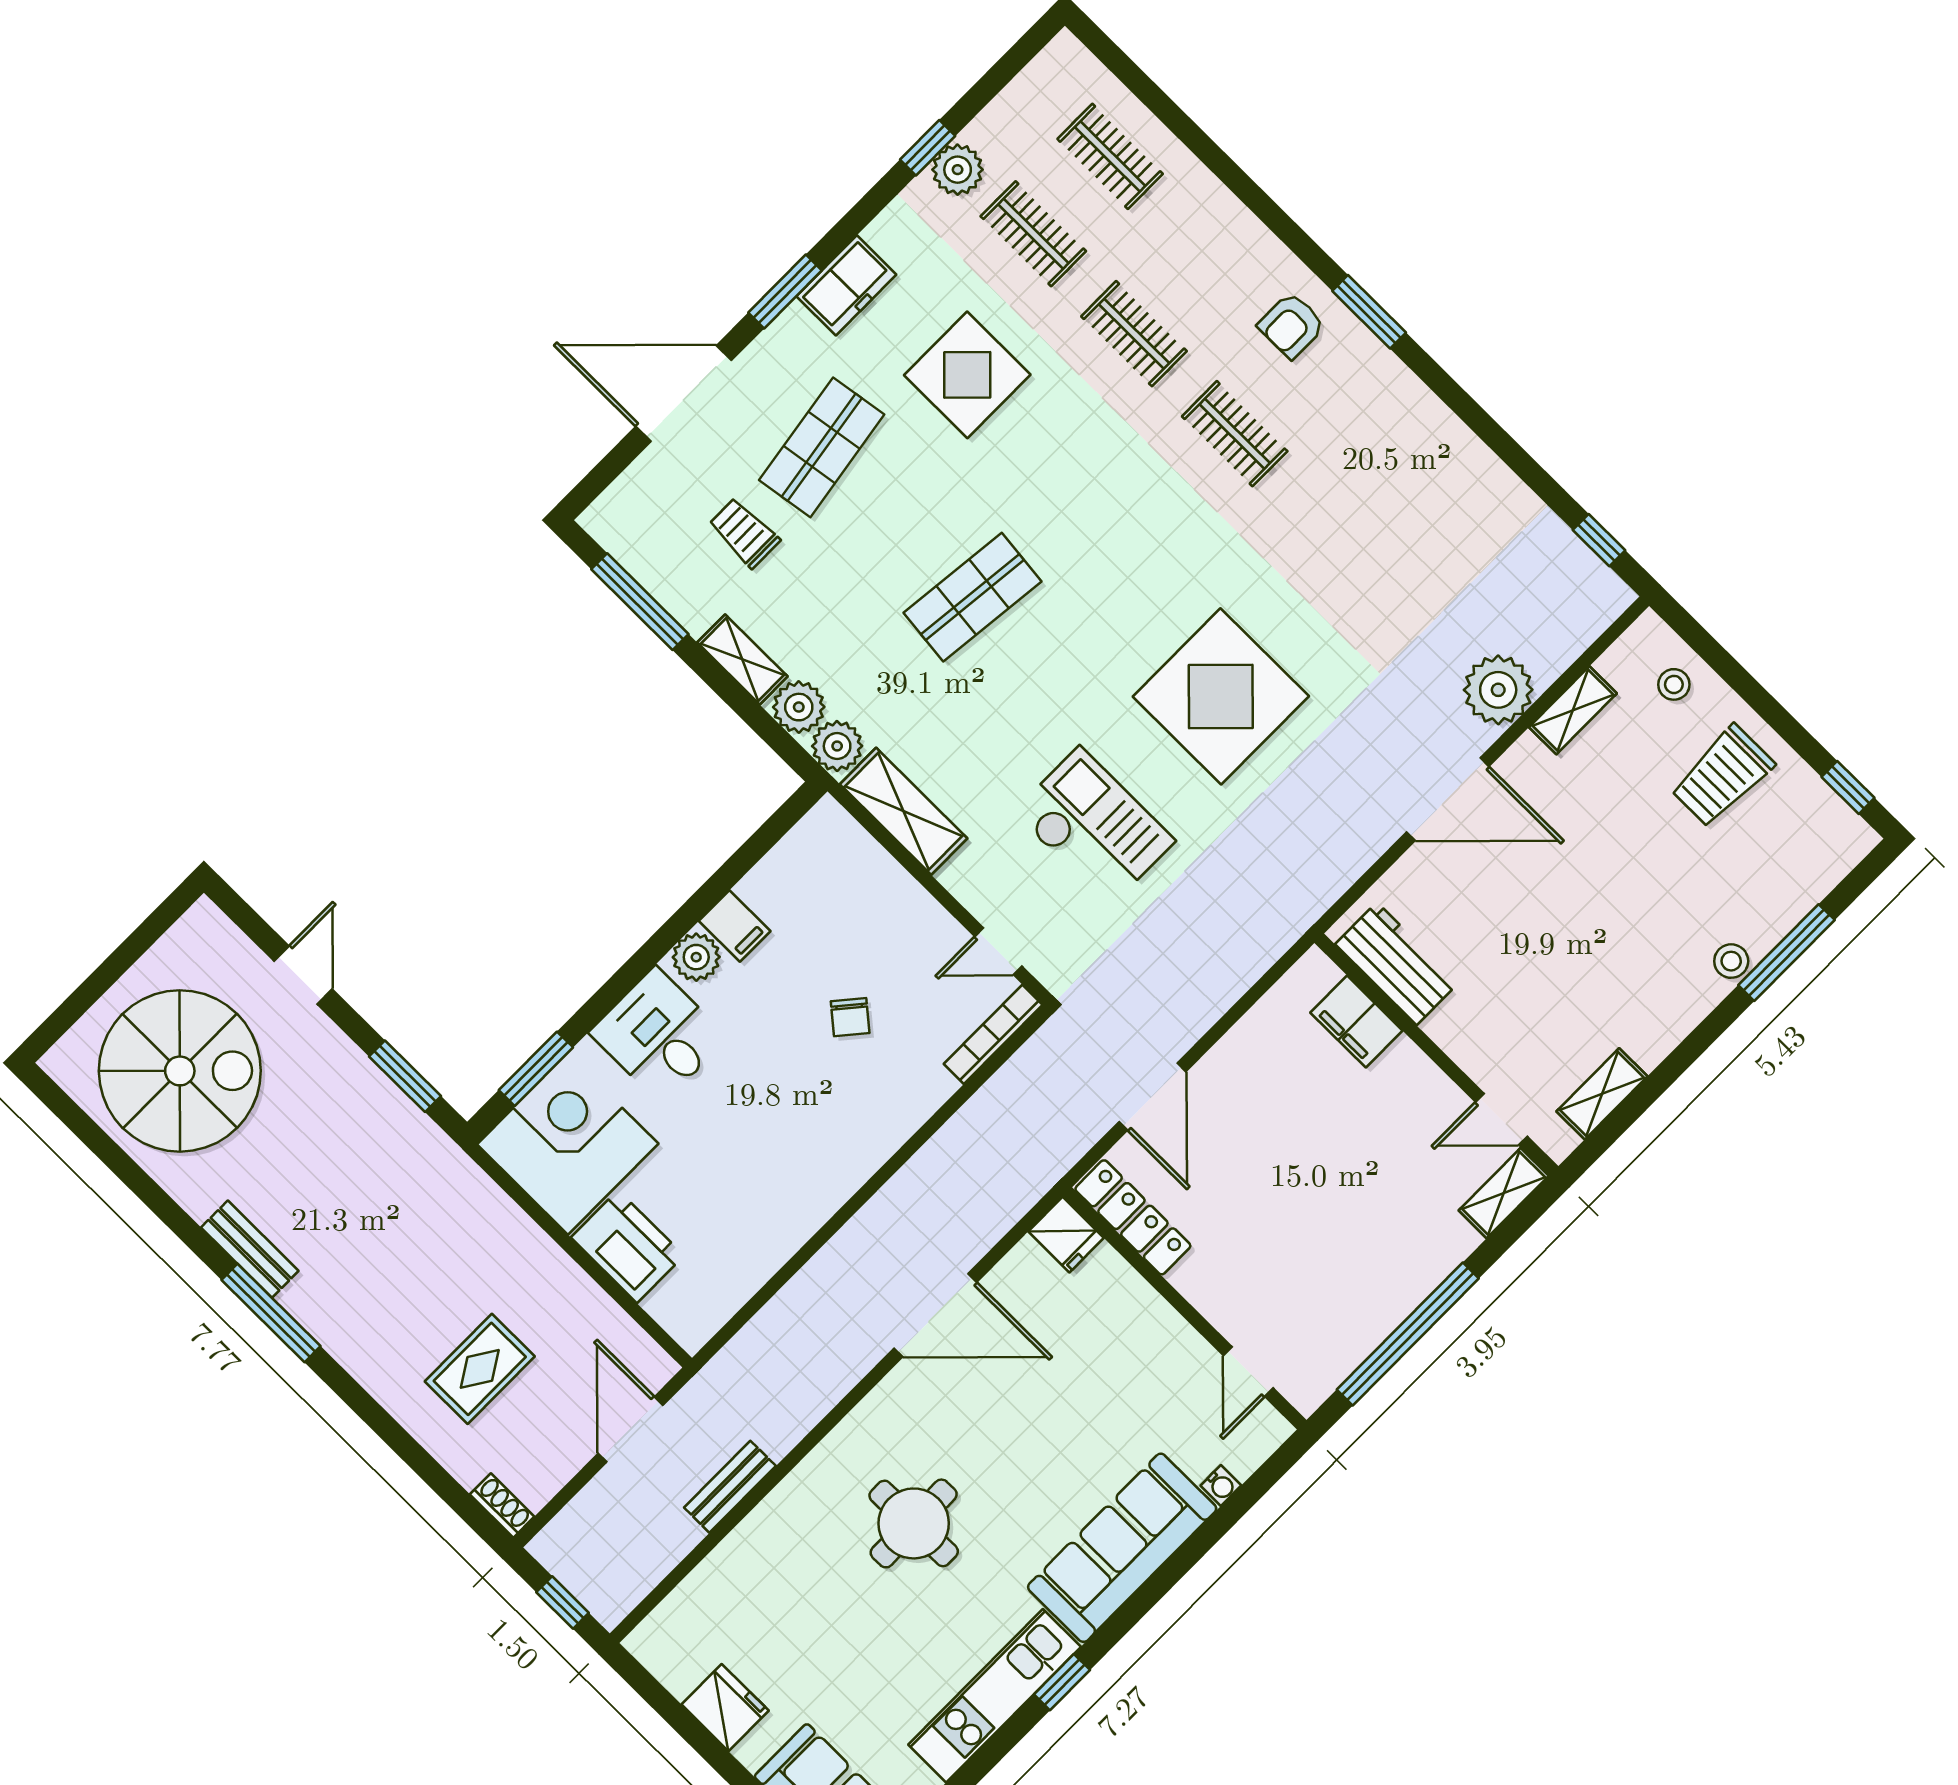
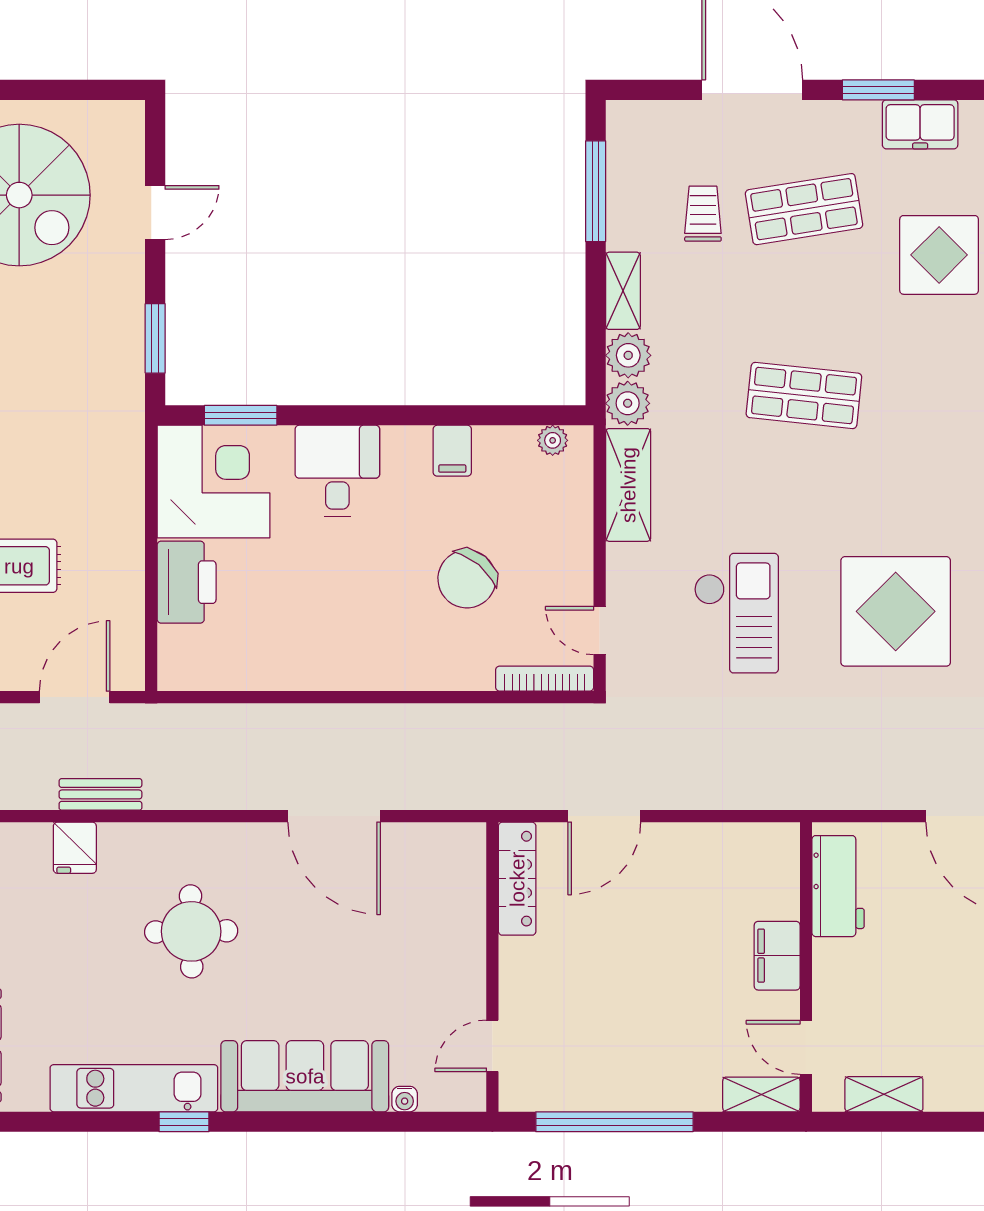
plant: (696, 957) -> (553, 440), moved, width x0.73, depth x0.73
chair: (850, 1017) -> (467, 579), width x1.87, depth x1.87
filing cabinet: (1356, 1022) -> (777, 956), moved
fridge: (1066, 1235) -> (75, 848), moved

